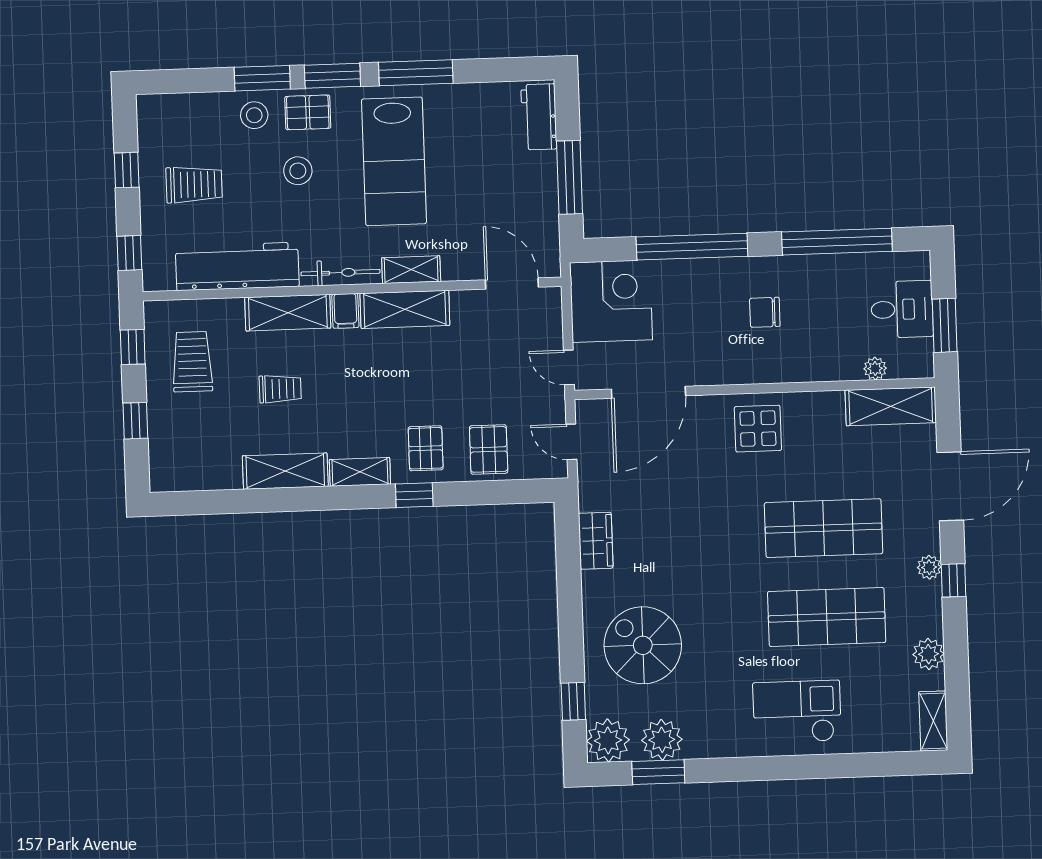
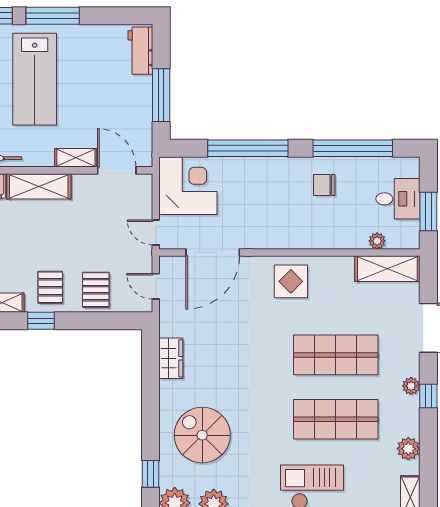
shelving: (411, 270) -> (76, 158), moved
chair: (765, 312) -> (324, 185), moved

